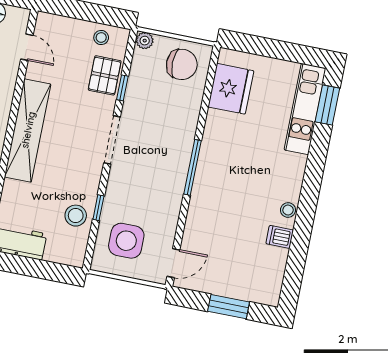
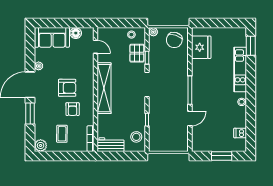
chair: (182, 64) -> (174, 40), turned 108
kitchen unit: (305, 109) -> (240, 69), moved
stool: (76, 216) -> (136, 137), moved
dishwasher: (280, 237) -> (240, 133), moved
side table: (126, 241) -> (164, 133), removed
door: (173, 263) -> (190, 119), moved

